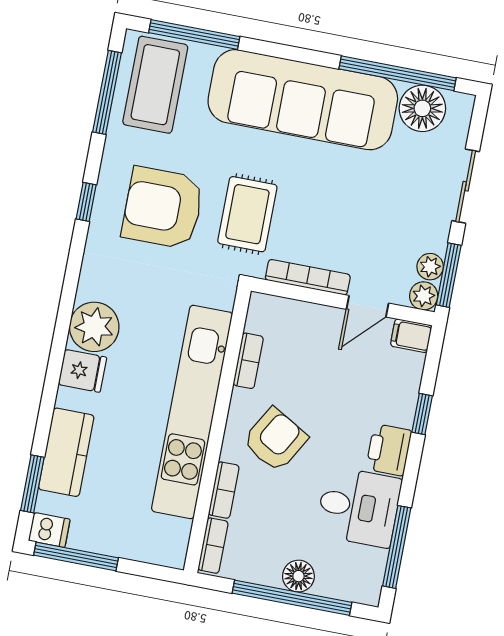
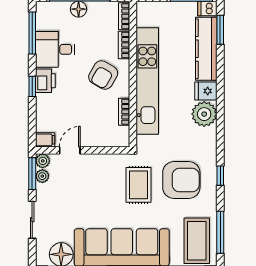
bookcase: (308, 277) -> (102, 159), removed
window: (422, 414) -> (32, 86), moved
kitchen counter: (66, 452) -> (206, 49), width x1.50

